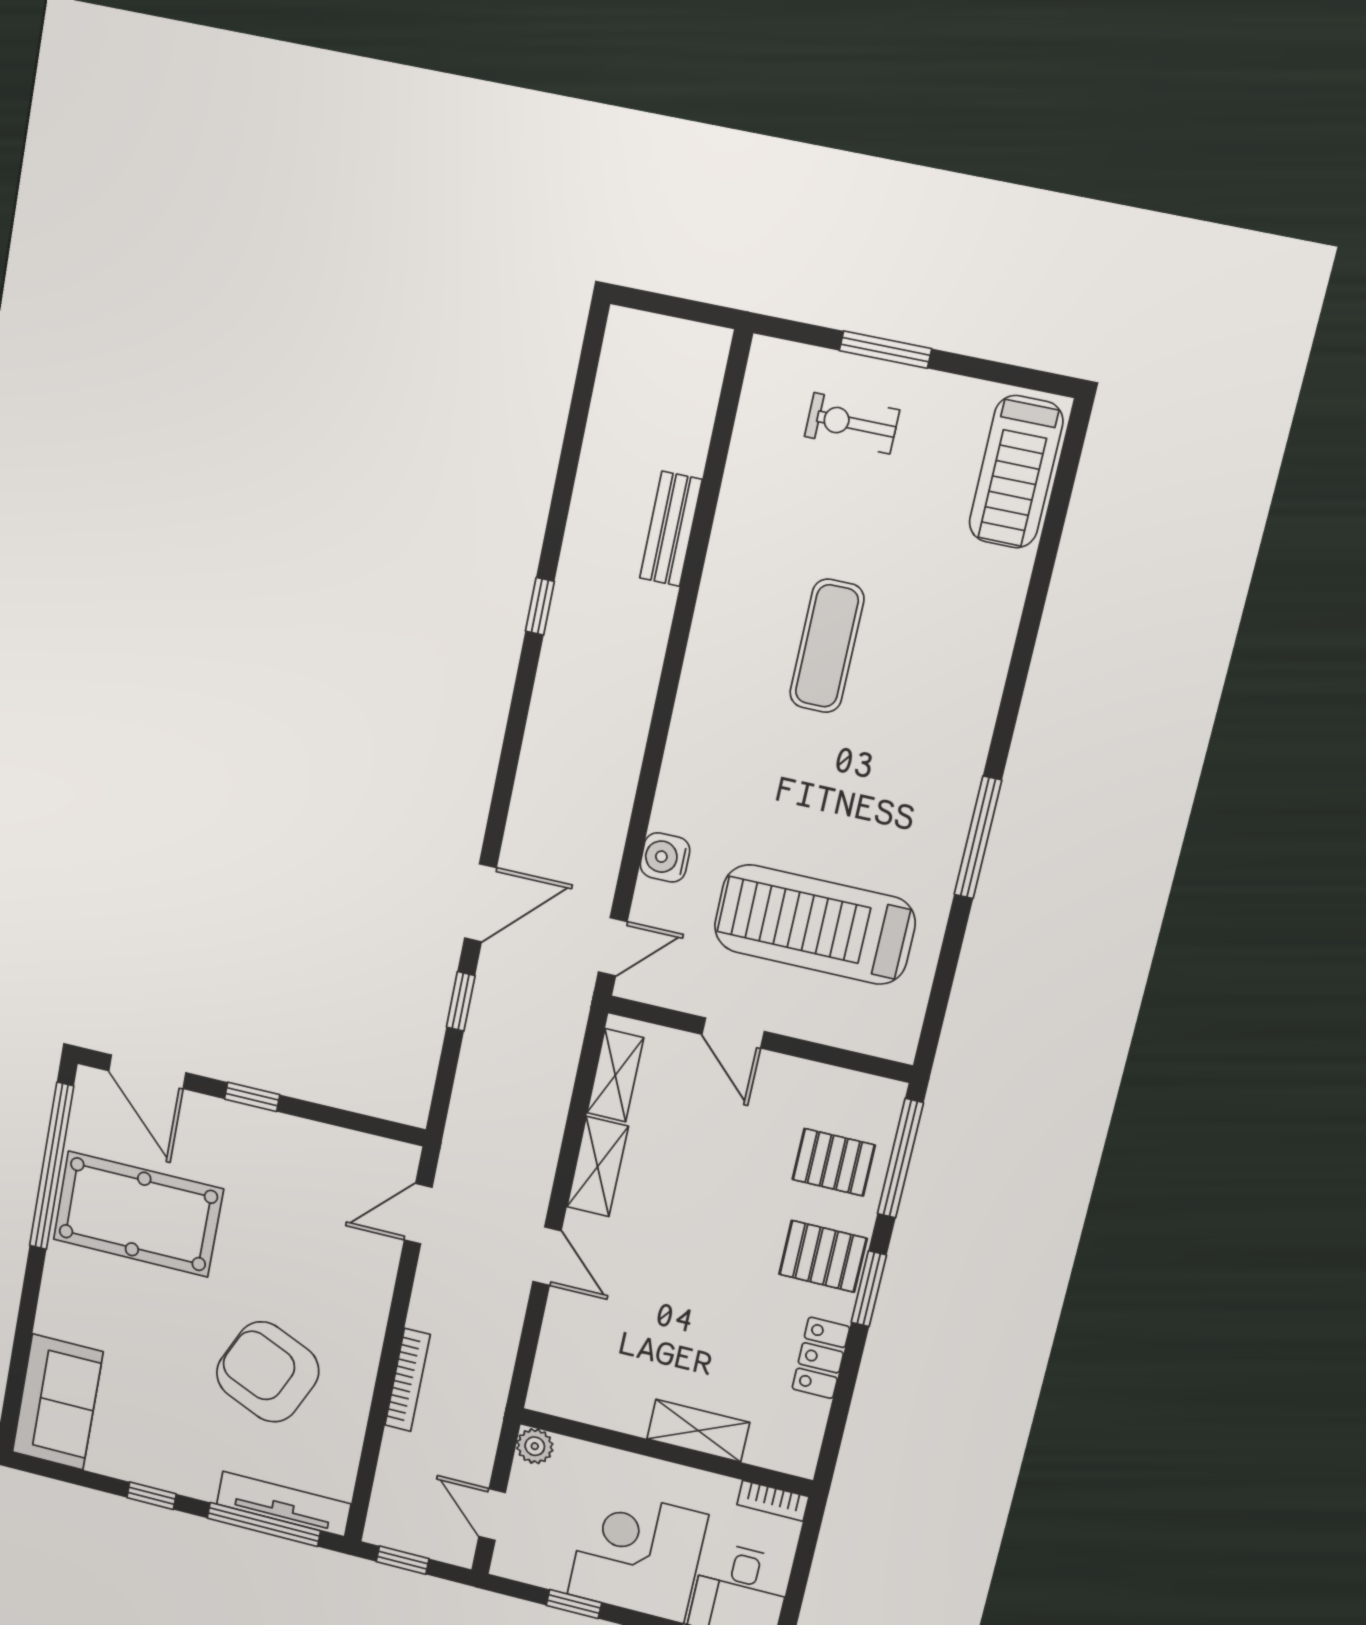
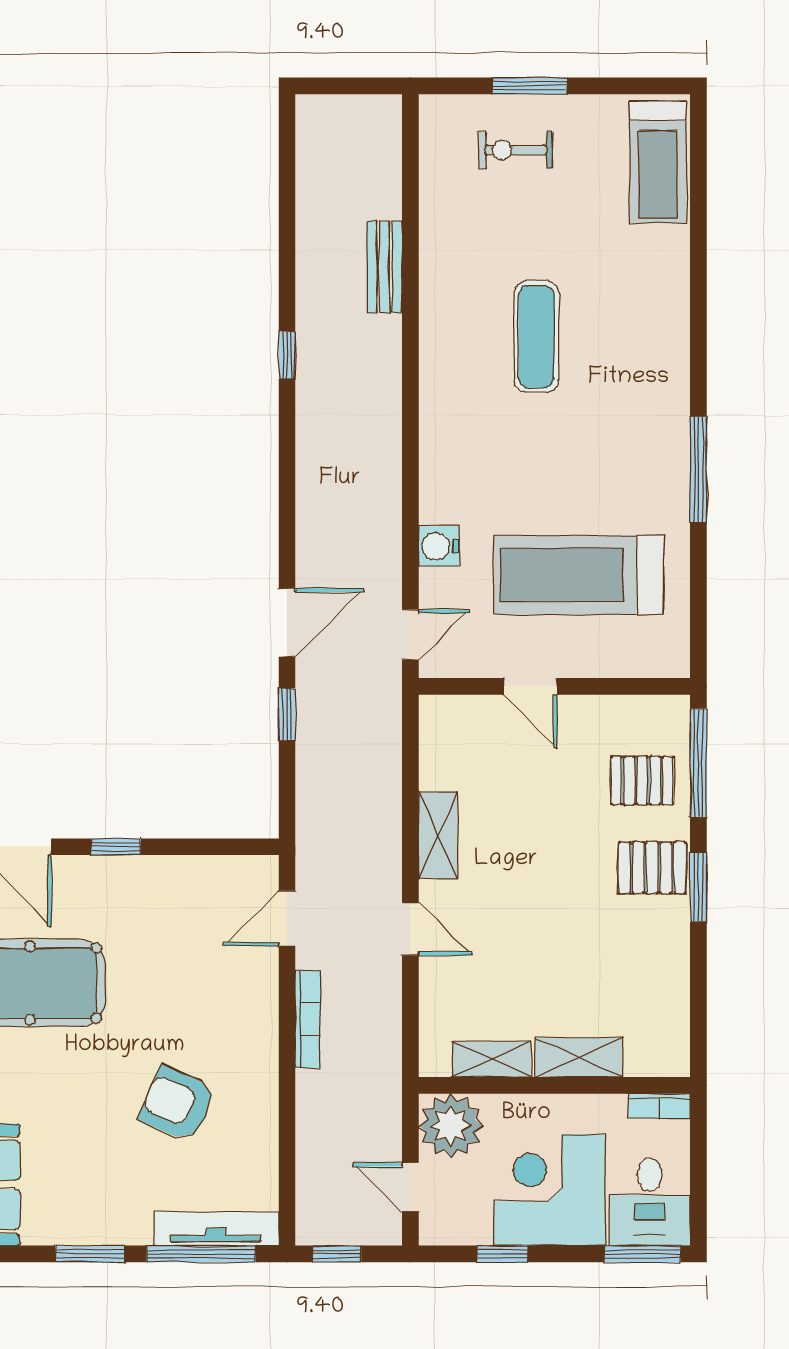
shelving: (615, 1075) -> (492, 1059), moved, turned 90
locker: (821, 1358) -> (671, 961), removed
armchair: (268, 1372) -> (178, 1104), width x0.73, depth x0.73
bookcase: (407, 1380) -> (308, 1019), moved
plant: (535, 1446) -> (451, 1126), width x1.88, depth x1.88
window: (152, 1496) -> (90, 1254), width x1.50

